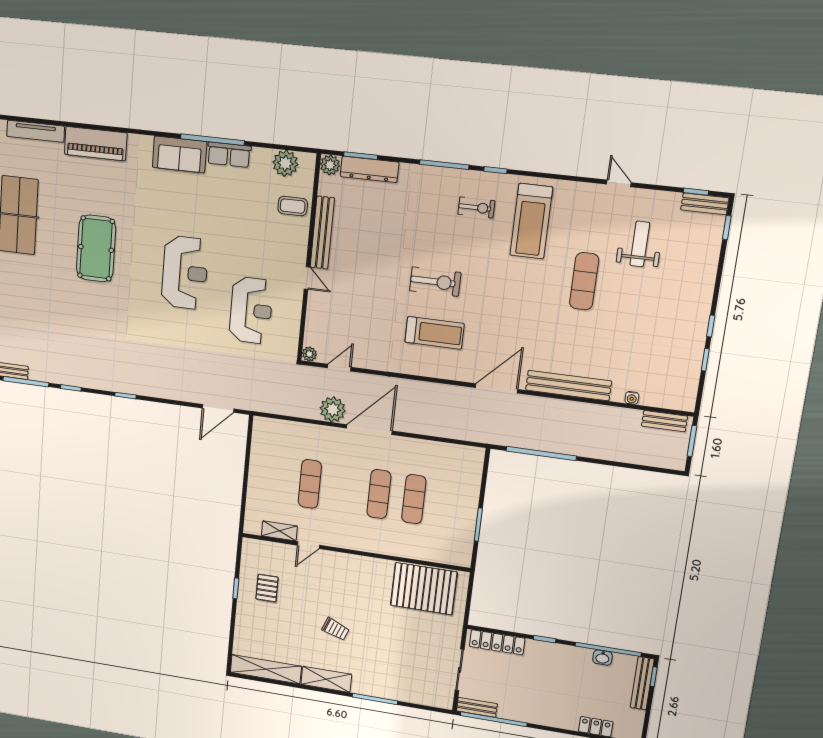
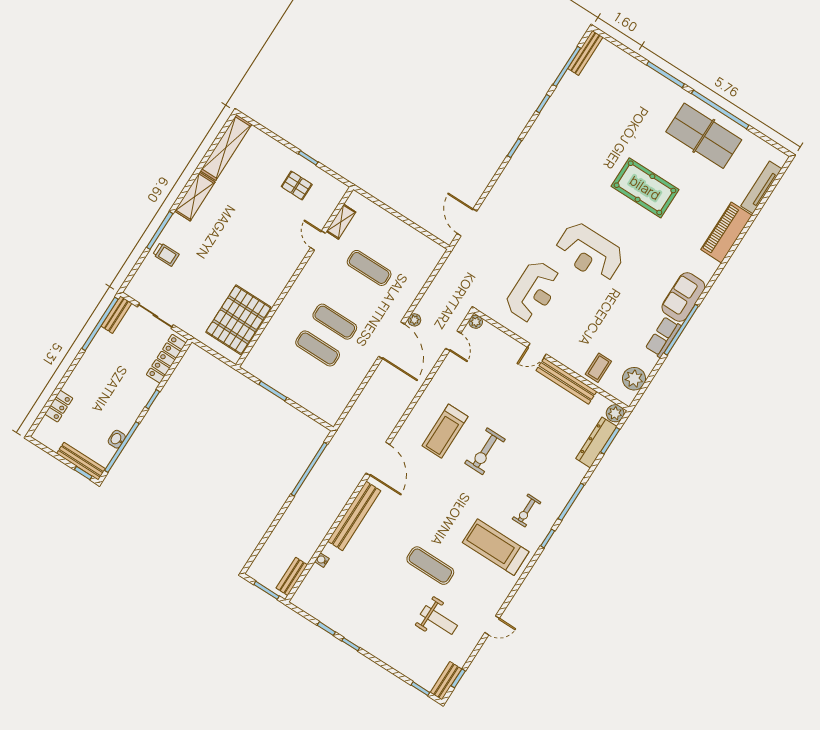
reception desk: (251, 310) -> (533, 292), turned -90
plant: (333, 409) -> (414, 320), width x0.53, depth x0.53
trolley: (335, 629) -> (166, 254), moved, turned -111

